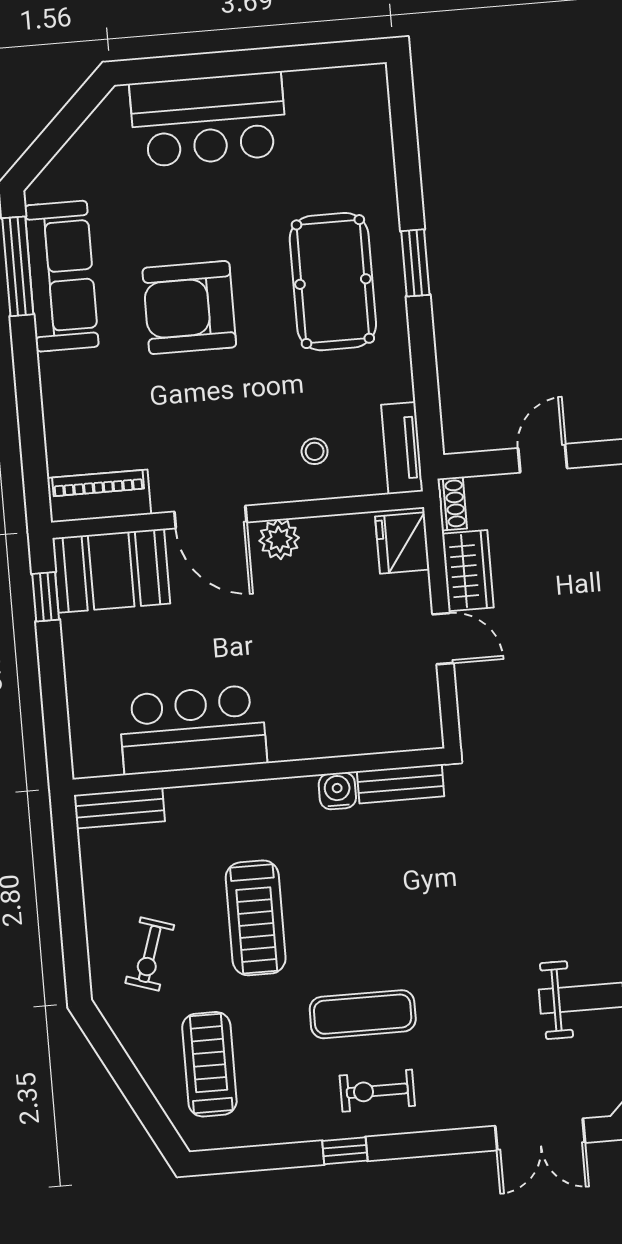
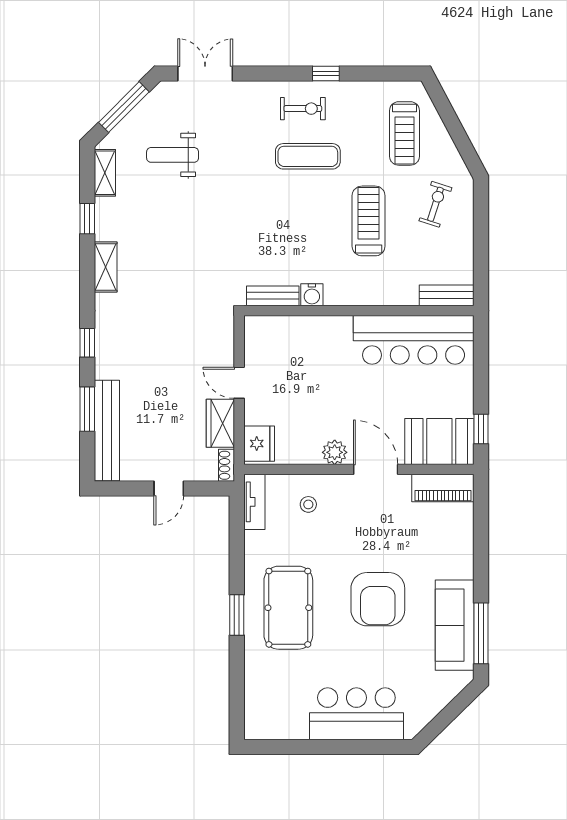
armchair: (189, 308) -> (378, 599), turned 90
bar counter: (193, 730) -> (414, 340), width x1.36

